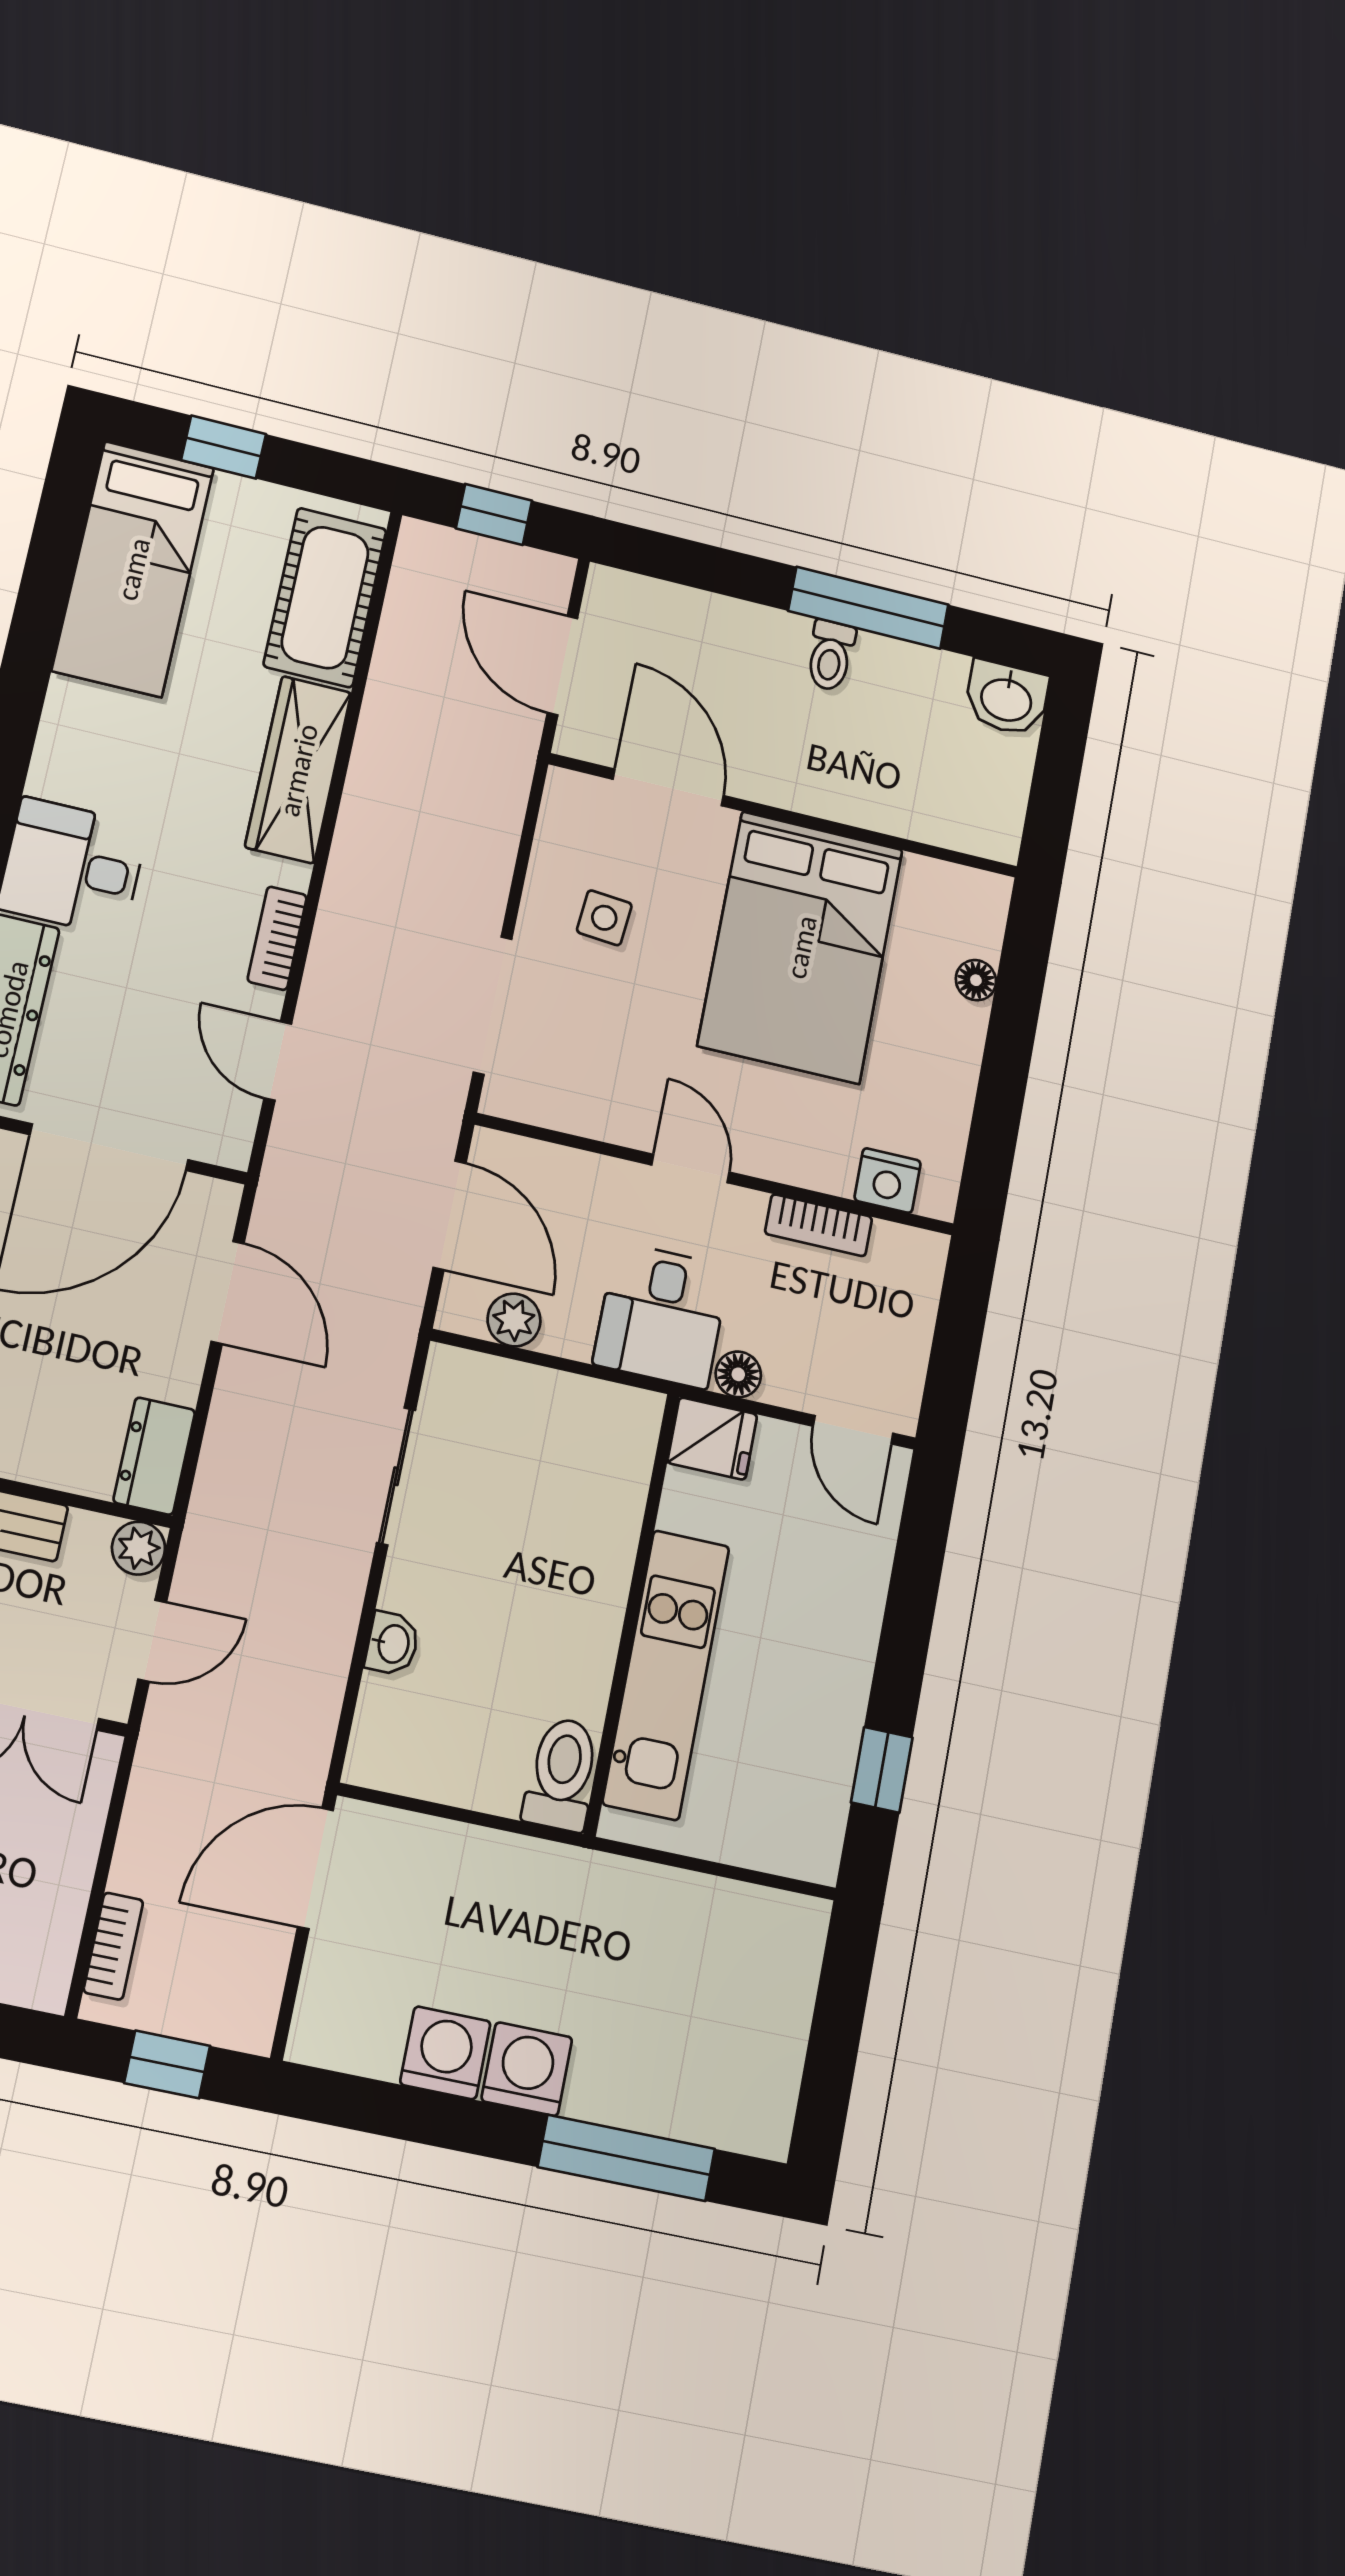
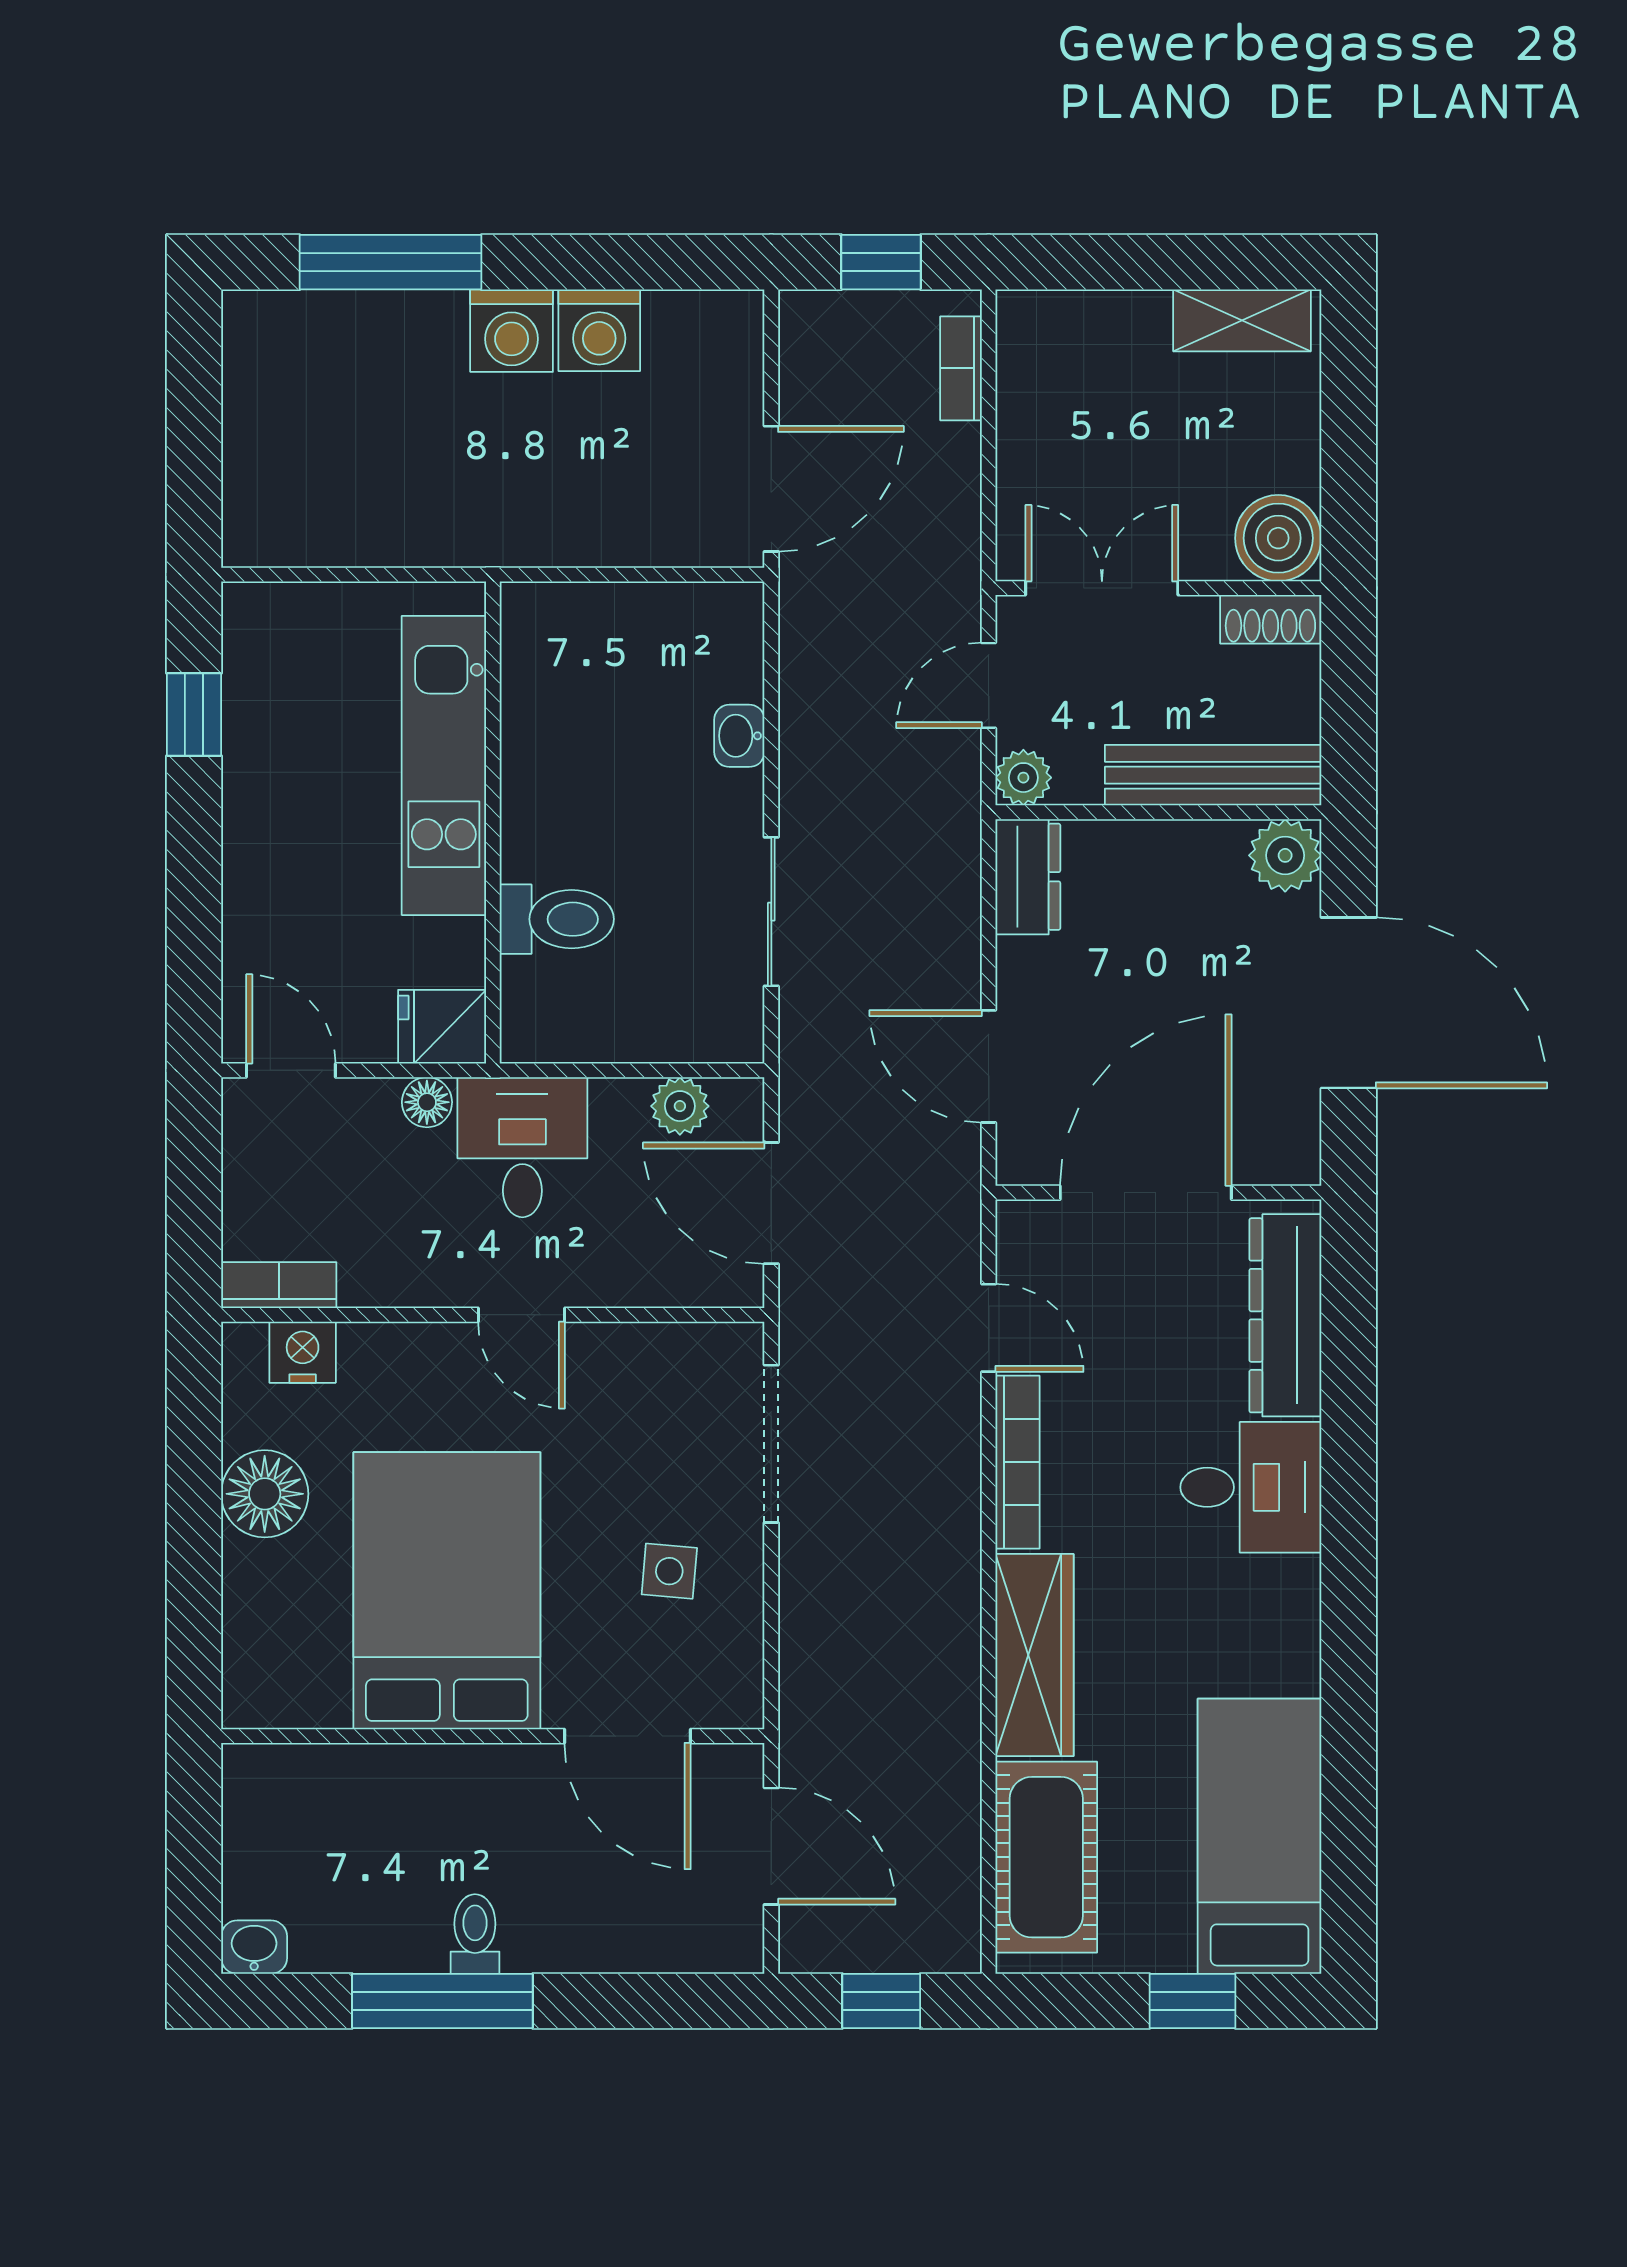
washbasin: (1007, 698) -> (254, 1947), width x0.72, depth x0.69
bookcase: (277, 938) -> (1018, 1462), width x1.56
floor lamp: (976, 980) -> (265, 1494), moved, width x1.89, depth x1.89
bookcase: (819, 1225) -> (279, 1285), moved
toilet: (562, 1774) -> (557, 919), moved, turned -90

